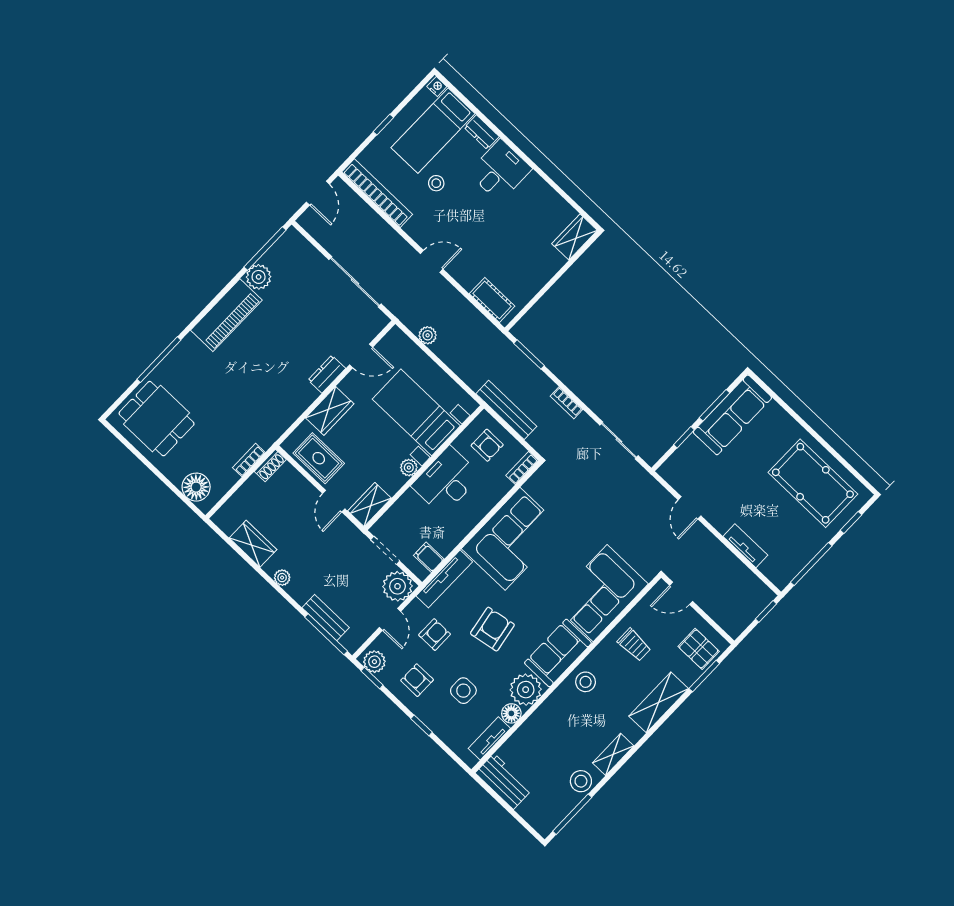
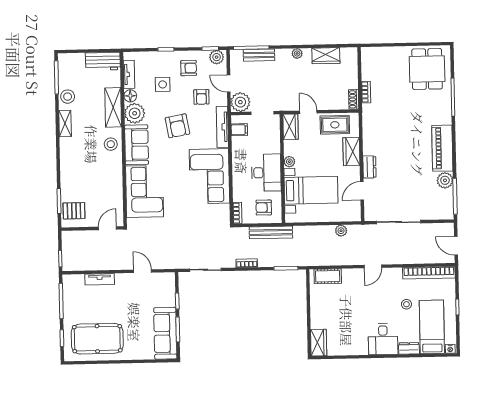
dining table: (157, 419) -> (427, 69), turned 90
floor lamp: (196, 487) -> (378, 56), removed
trolley: (634, 645) -> (105, 183), removed
shelving: (659, 702) -> (113, 107), moved

